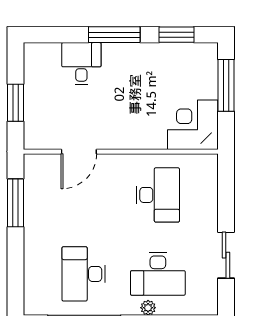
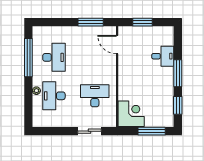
door: (79, 152) -> (117, 45), moved
desk: (158, 195) -> (95, 96), turned 180
sliding door: (226, 255) -> (90, 131), moved
desk: (84, 274) -> (54, 57), turned 90

